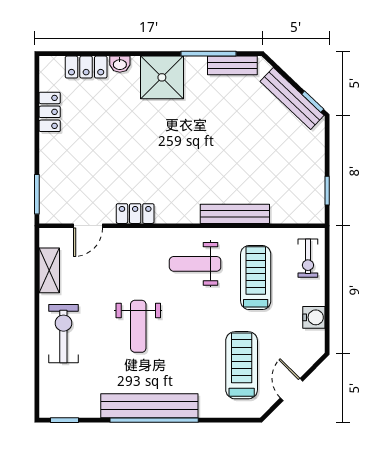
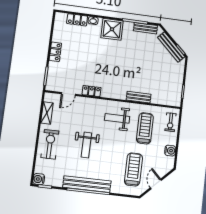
locker: (50, 112) -> (55, 52), moved
bench: (235, 214) -> (139, 97), width x0.73
water cooler: (50, 407) -> (39, 179), added

